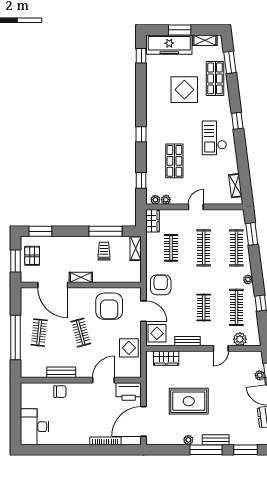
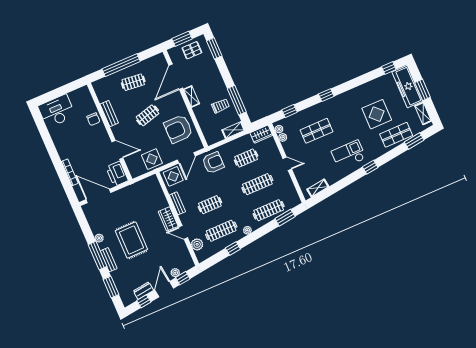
wardrobe: (166, 358) -> (168, 219), moved
rug: (189, 401) -> (131, 240), moved

